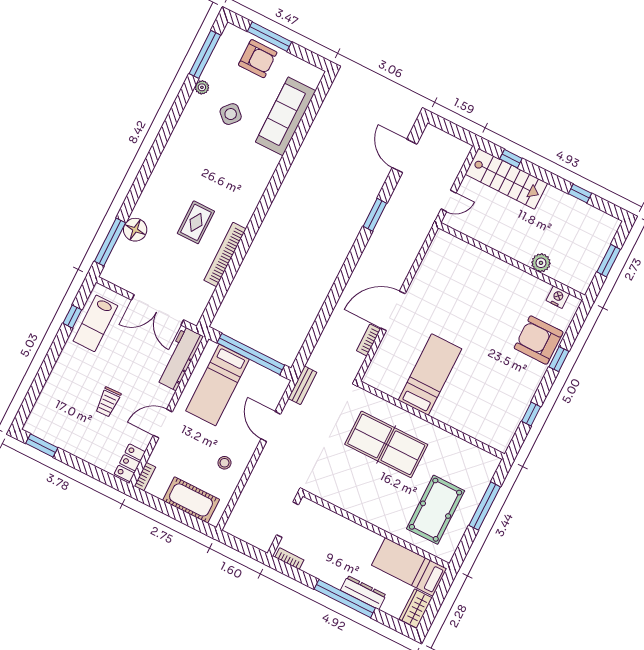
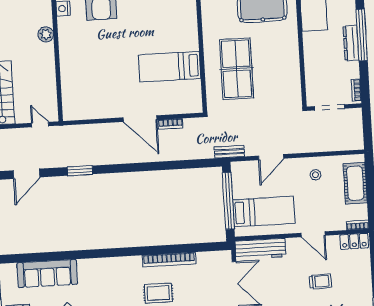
dresser: (363, 593) -> (351, 43), moved

